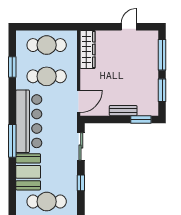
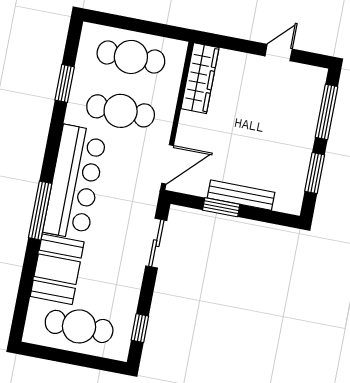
bench: (123, 111) -> (241, 195), width x1.36
window: (141, 119) -> (221, 207), moved
window: (81, 183) -> (140, 328), moved

